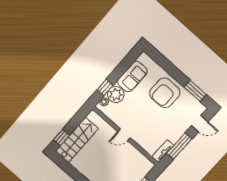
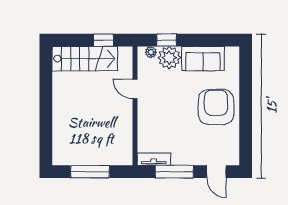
window: (195, 91) -> (246, 137), removed
armchair: (165, 93) -> (216, 107), turned 90
door: (124, 135) -> (135, 89), moved
window: (61, 138) -> (104, 40), moved

